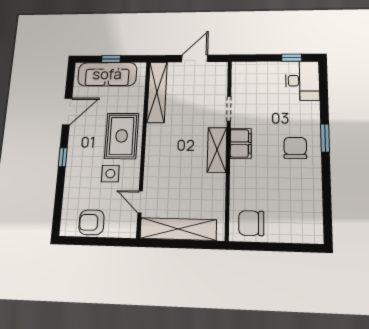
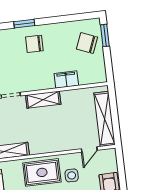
filing cabinet: (241, 143) -> (66, 80), moved
chair: (251, 223) -> (87, 43), moved, turned 112
window: (297, 248) -> (105, 35), added

